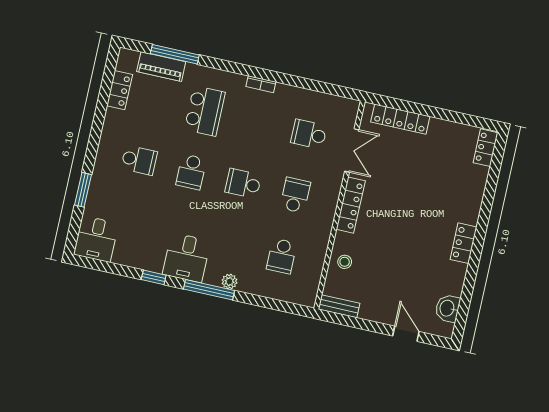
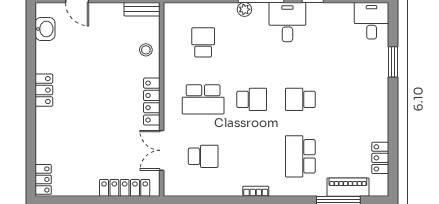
school desk: (139, 160) -> (349, 99), removed
school desk: (191, 172) -> (300, 99), turned -90
school desk: (295, 195) -> (203, 99), width x1.85

